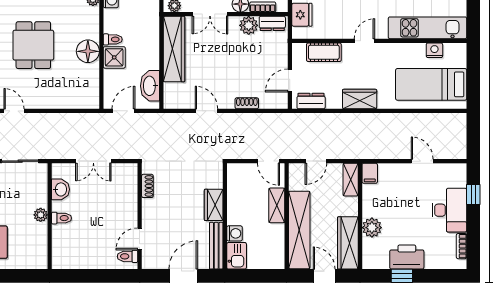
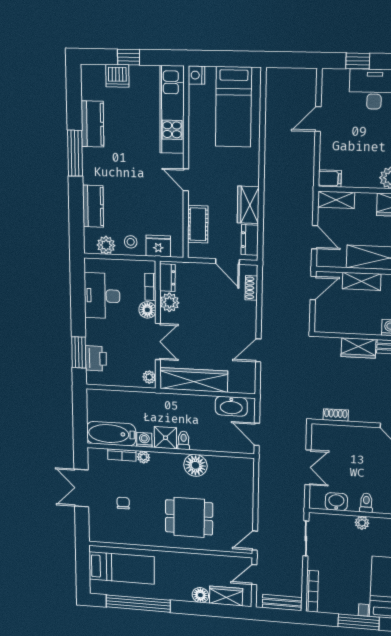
nightstand: (434, 50) -> (196, 75), moved
shower: (114, 57) -> (165, 438), moved
wardrobe: (360, 99) -> (248, 205), moved
shoe rack: (247, 103) -> (251, 288), moved

